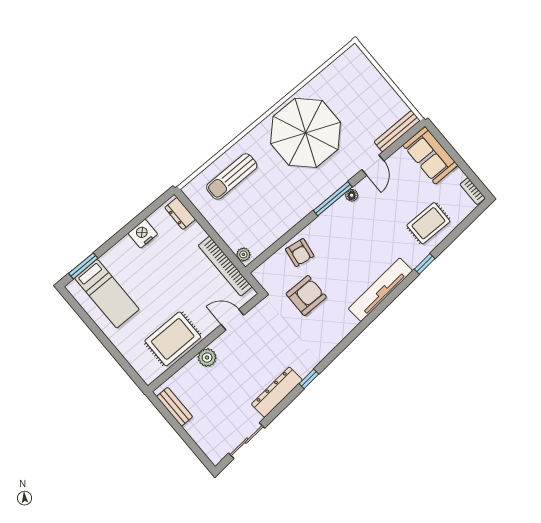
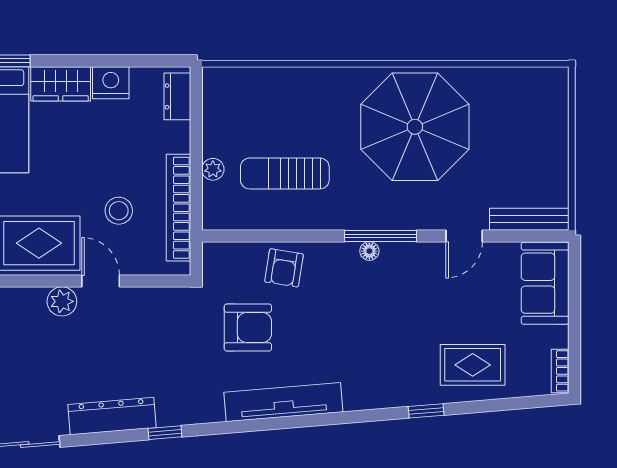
sun lounger: (232, 176) -> (285, 173), moved
floor lamp: (352, 195) -> (369, 251), moved
wardrobe: (119, 254) -> (61, 84), added
plant: (243, 254) -> (213, 169), moved
tv unit: (380, 290) -> (283, 402), moved
stool: (198, 291) -> (119, 211), added
door: (232, 320) -> (101, 281), moved

